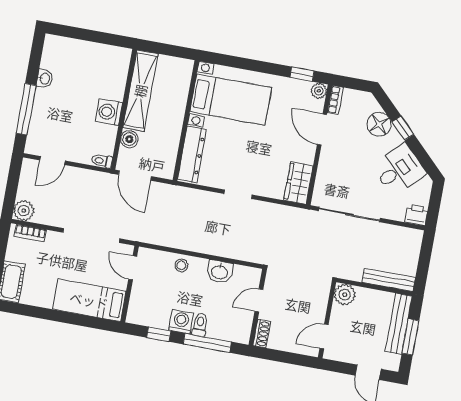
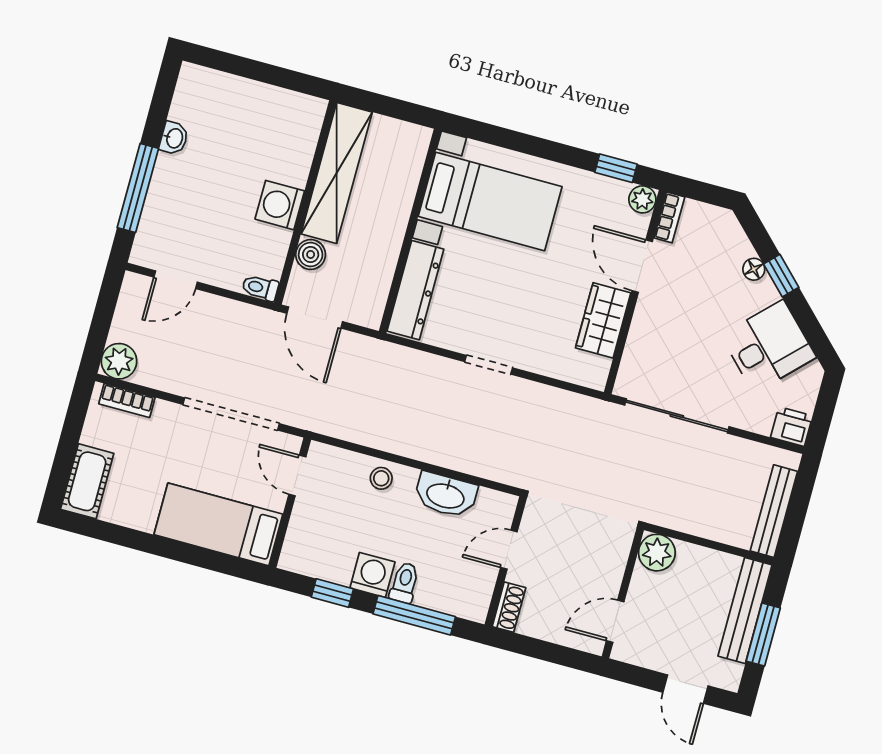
floor lamp: (379, 124) -> (754, 269), width x0.53, depth x0.53
wardrobe: (298, 183) -> (603, 320), moved
washbasin: (220, 272) -> (446, 495), width x1.38
bench: (389, 280) -> (774, 511), moved, turned 90

